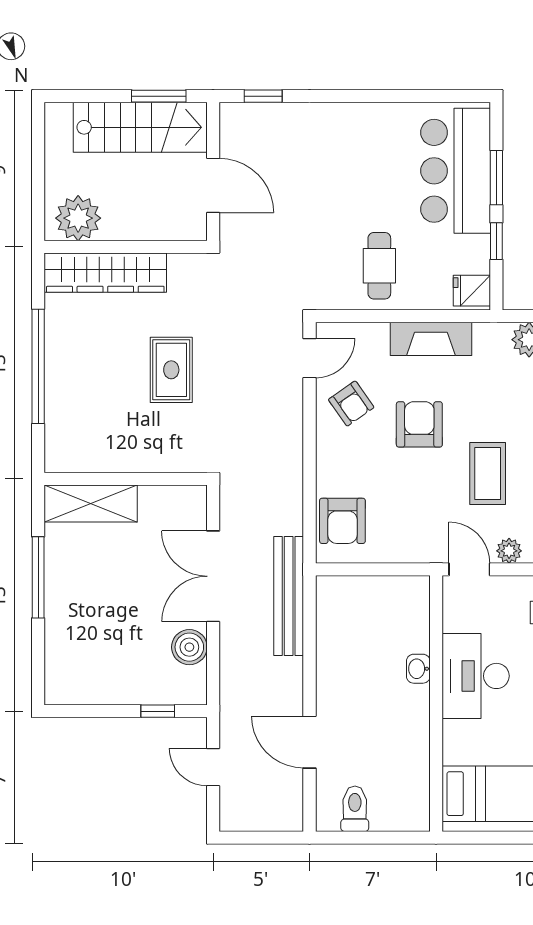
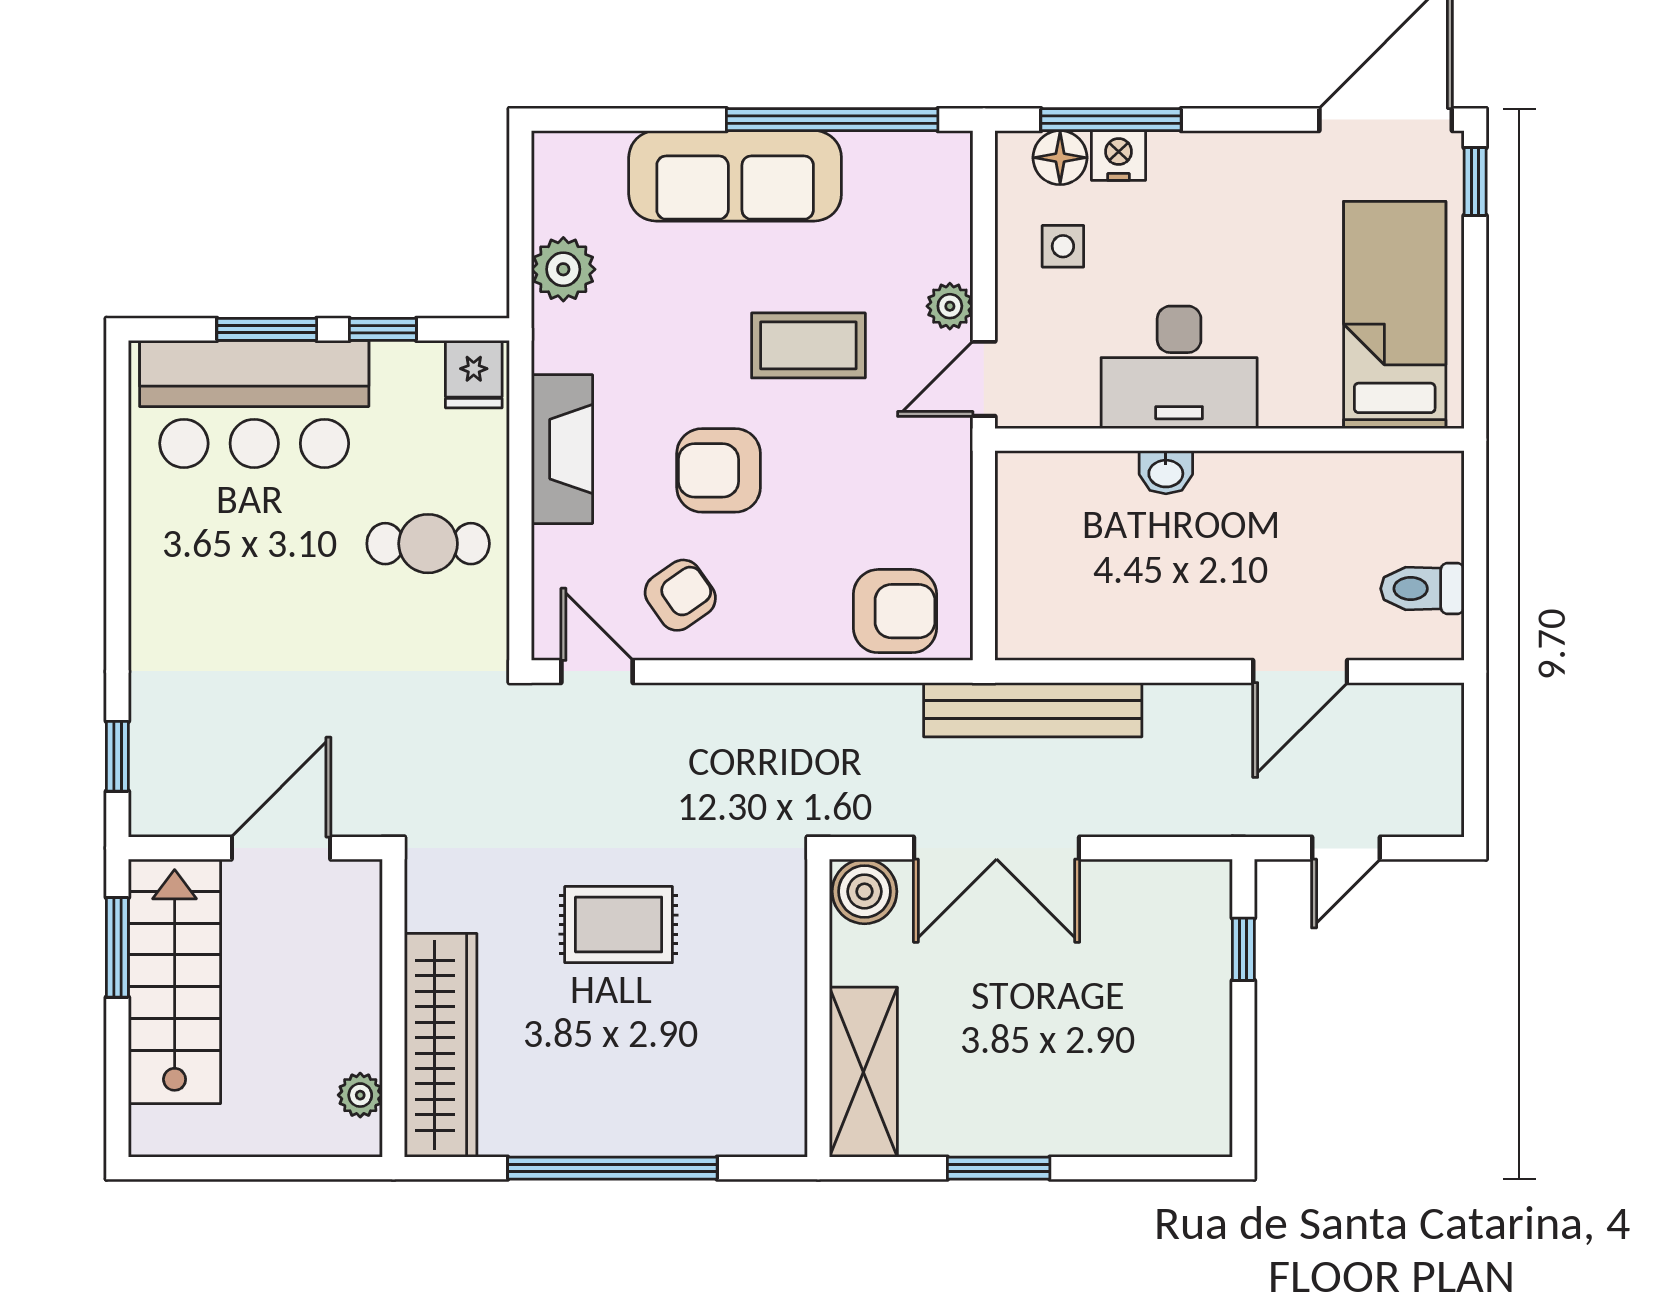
plant: (78, 218) -> (360, 1095), width x0.53, depth x0.53
window: (38, 577) -> (999, 1168), width x0.69
boiler: (189, 647) -> (864, 891), moved

